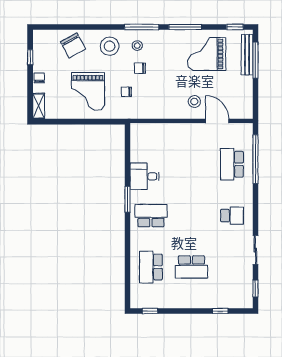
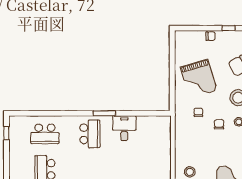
grand piano: (88, 91) -> (199, 79), turned -107
shelving: (39, 106) -> (186, 36), removed
school desk: (151, 267) -> (45, 134), turned 180

